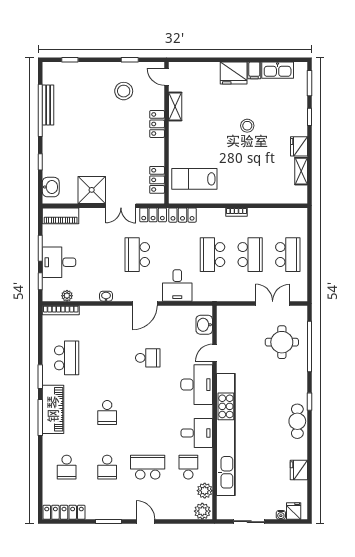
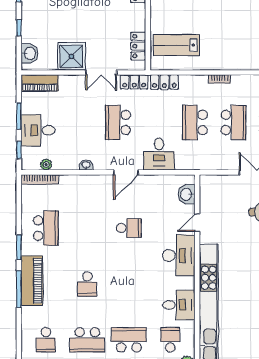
school desk: (107, 467) -> (87, 340), width x1.85

